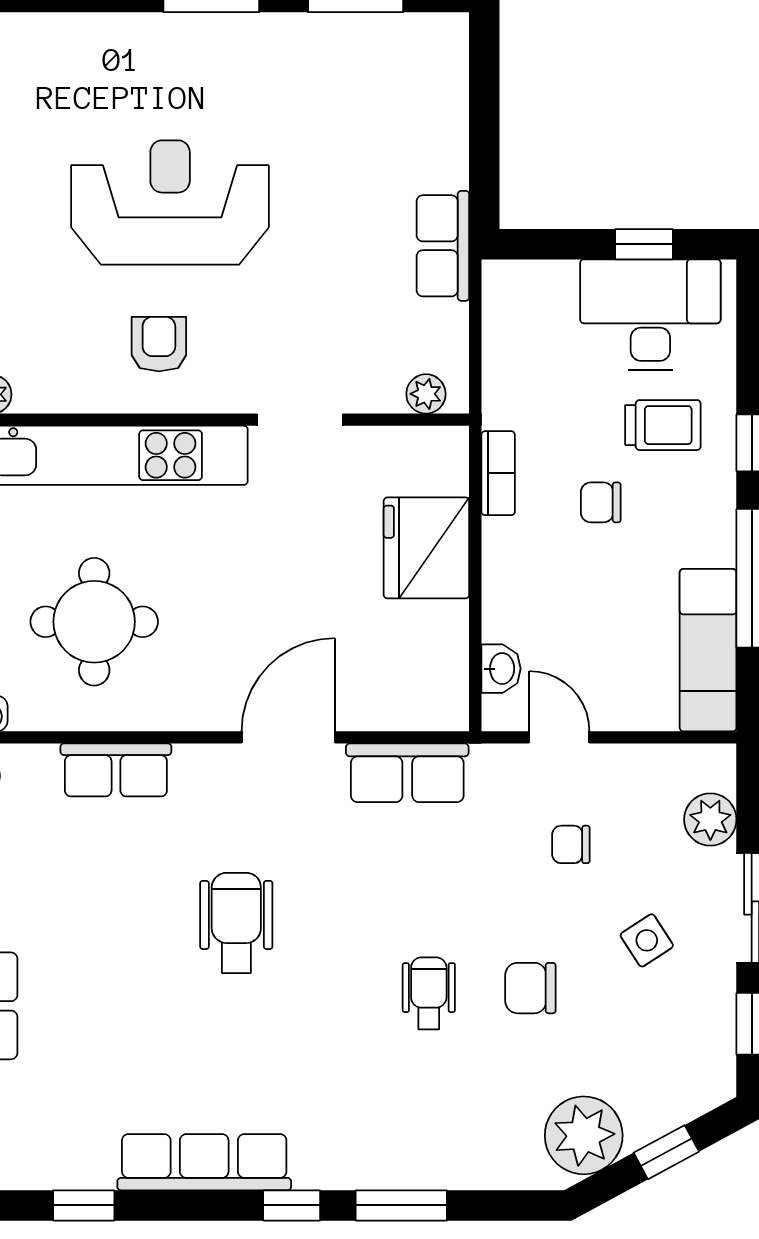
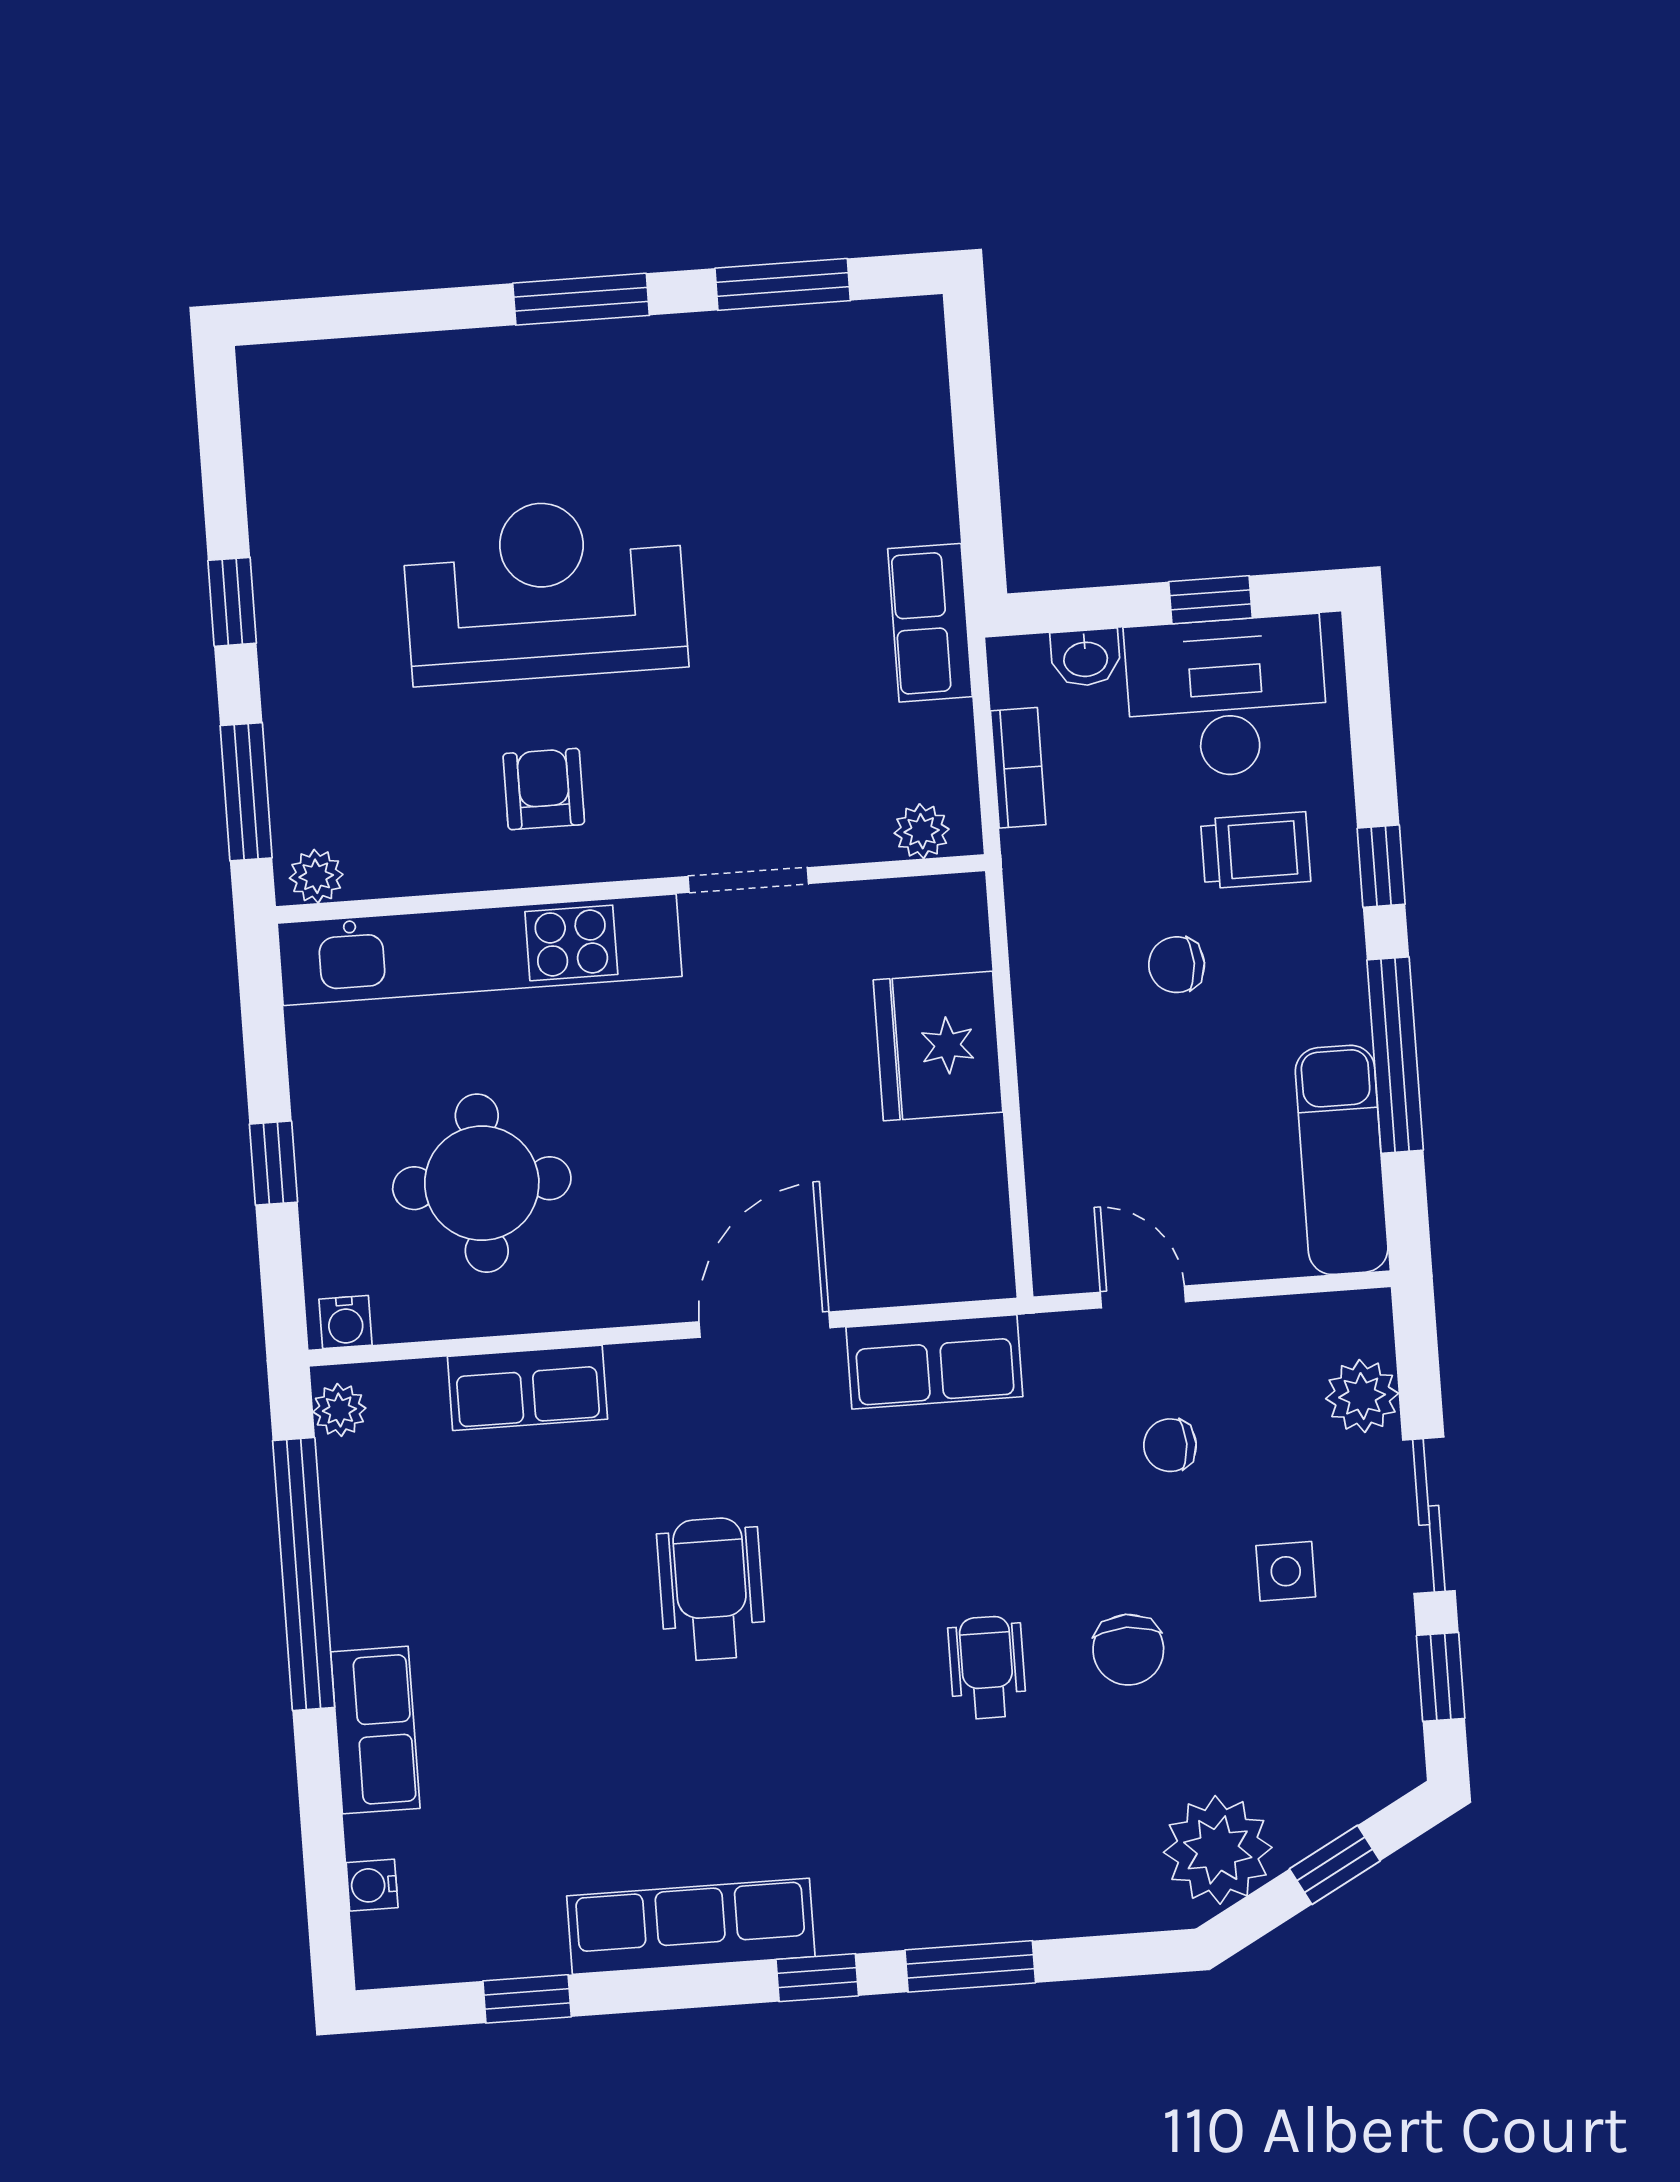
bookcase: (498, 473) -> (1018, 768), moved
washbasin: (501, 669) -> (1085, 658), moved, turned 90
side table: (647, 940) -> (1286, 1571), turned 33
chair: (530, 988) -> (1128, 1650), turned -90

